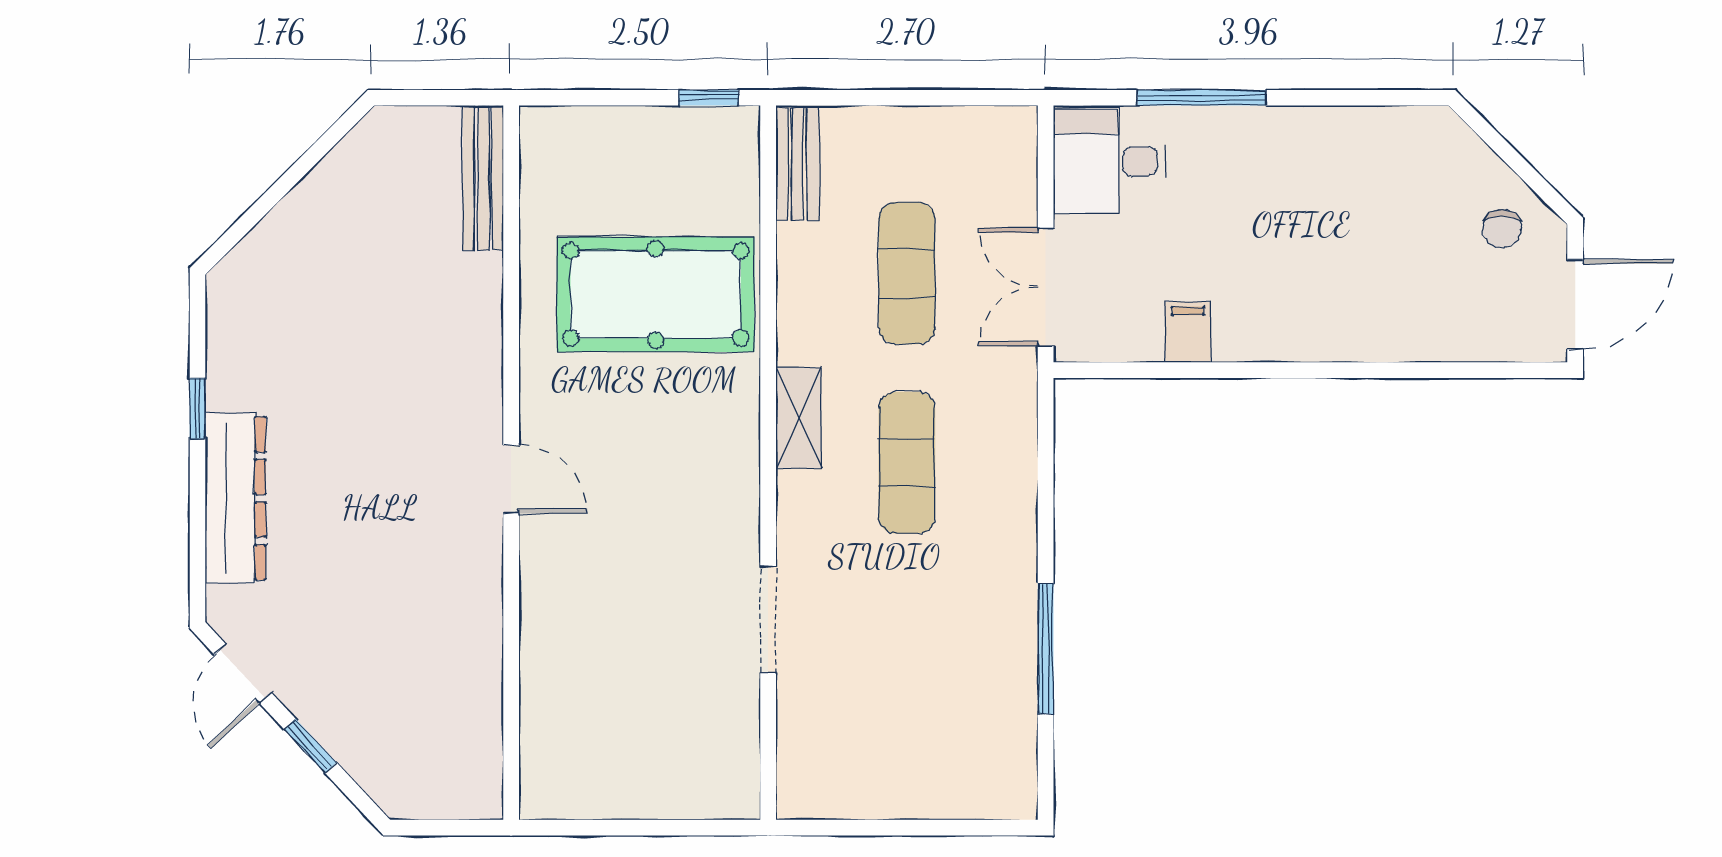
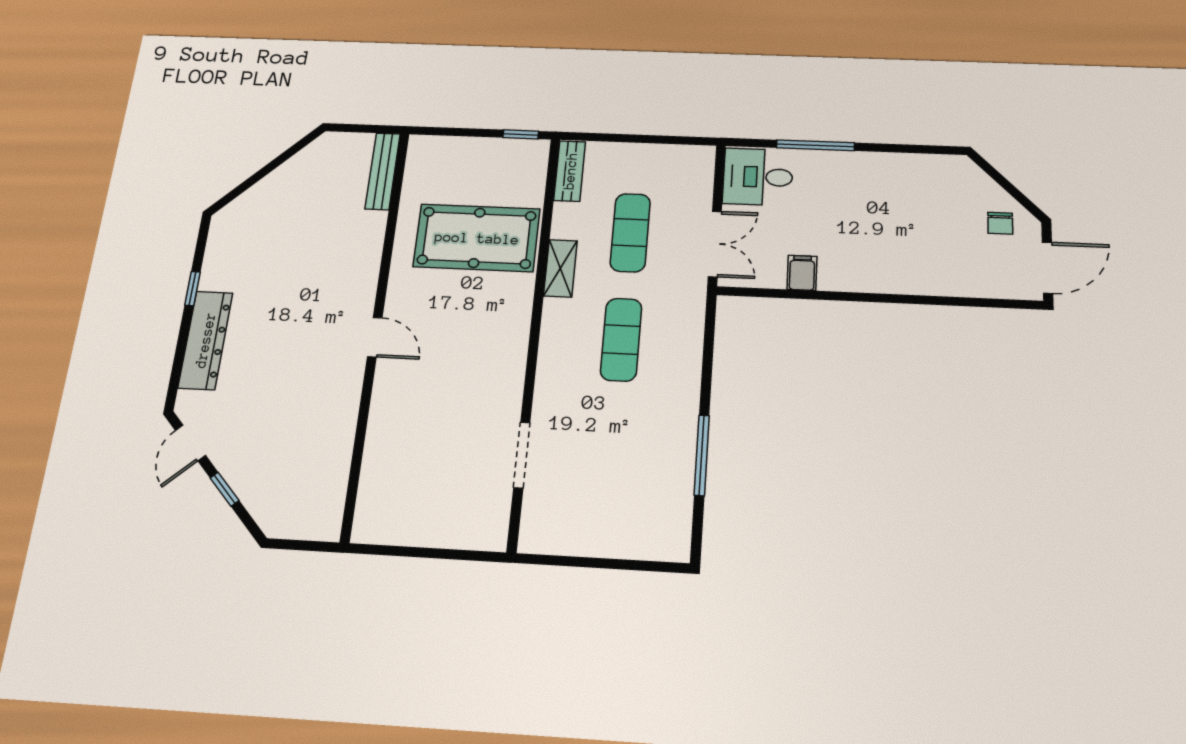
double door: (1046, 287) -> (715, 244), swing flipped
shelving: (799, 418) -> (560, 268), moved
doorway: (768, 619) -> (522, 455), moved

